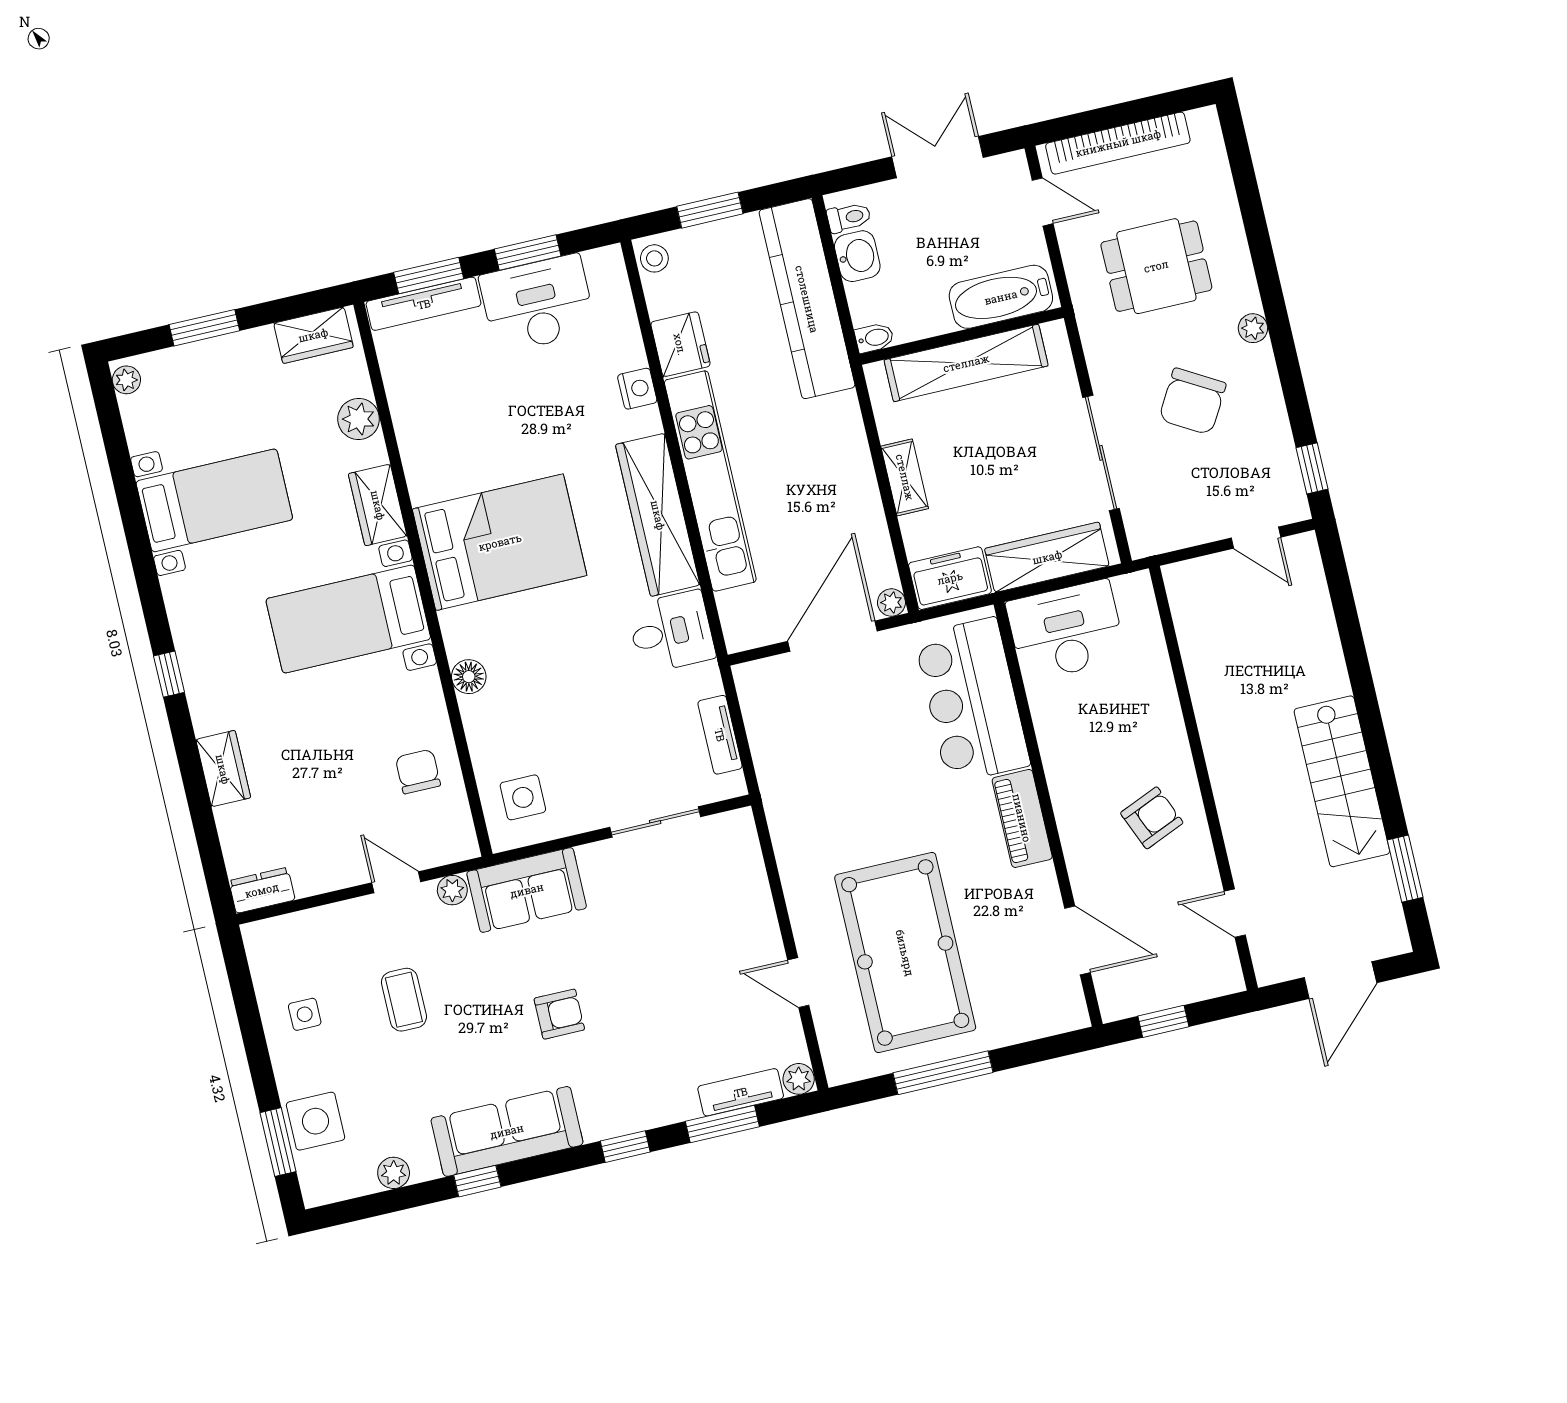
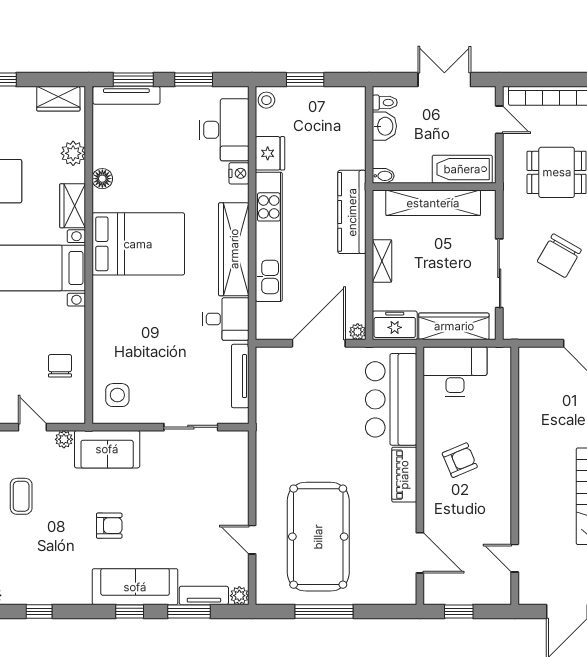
kitchen counter: (807, 299) -> (352, 212), moved, width x0.72, depth x0.86
desk: (538, 304) -> (224, 130), moved, turned 90
floor lamp: (469, 677) -> (102, 179), moved
tv unit: (720, 735) -> (240, 376), width x1.41
armchair: (1152, 818) -> (460, 460), moved
sofa: (507, 1131) -> (135, 587), moved

